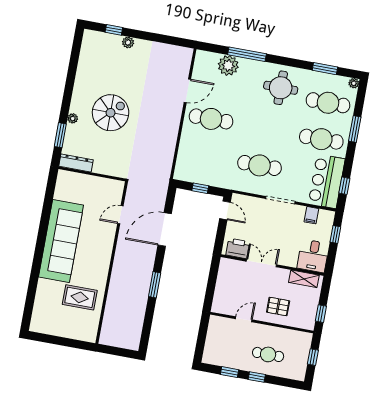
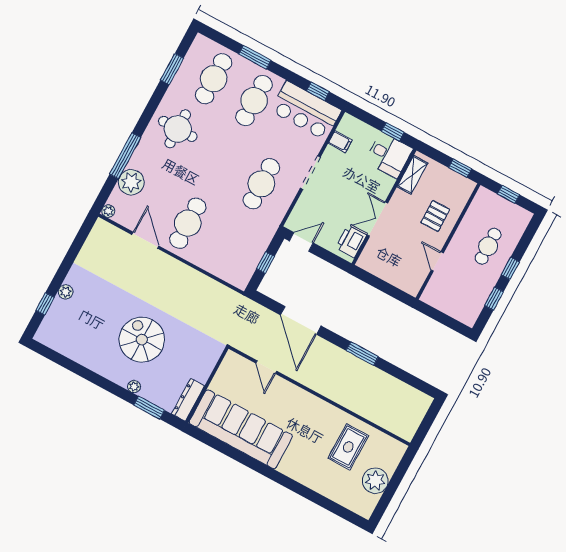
plant: (354, 83) -> (108, 211), moved
window: (335, 234) -> (393, 132), moved
sofa: (61, 241) -> (241, 429), moved
plant: (61, 326) -> (375, 481), added

